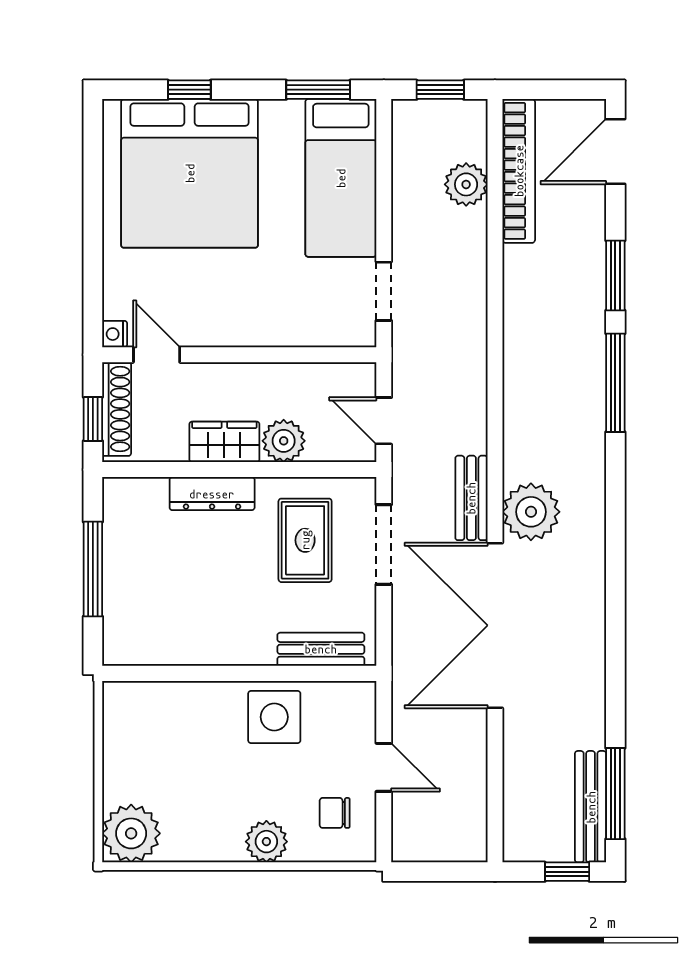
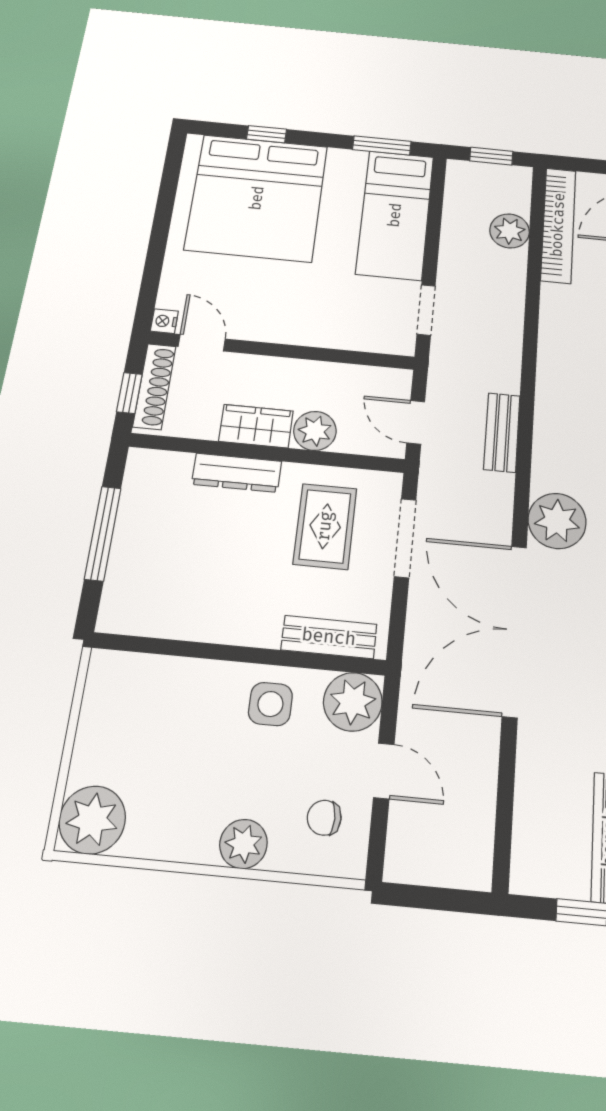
bench: (471, 498) -> (502, 432), moved
plant: (349, 708) -> (353, 702), added
side table: (274, 717) -> (270, 704), width x0.73, depth x0.73

